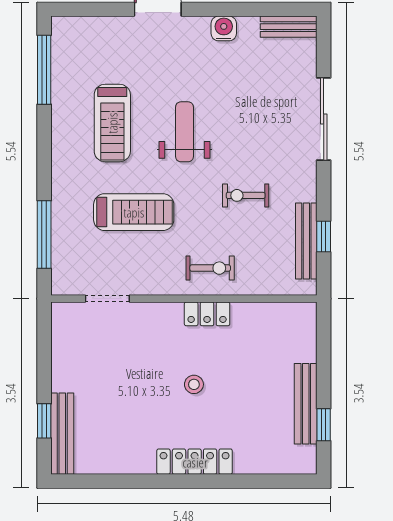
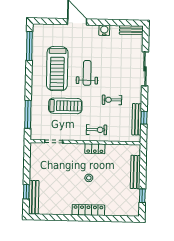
treadmill: (112, 123) -> (57, 69), width x1.37, depth x1.38
bench: (306, 404) -> (135, 172), moved

